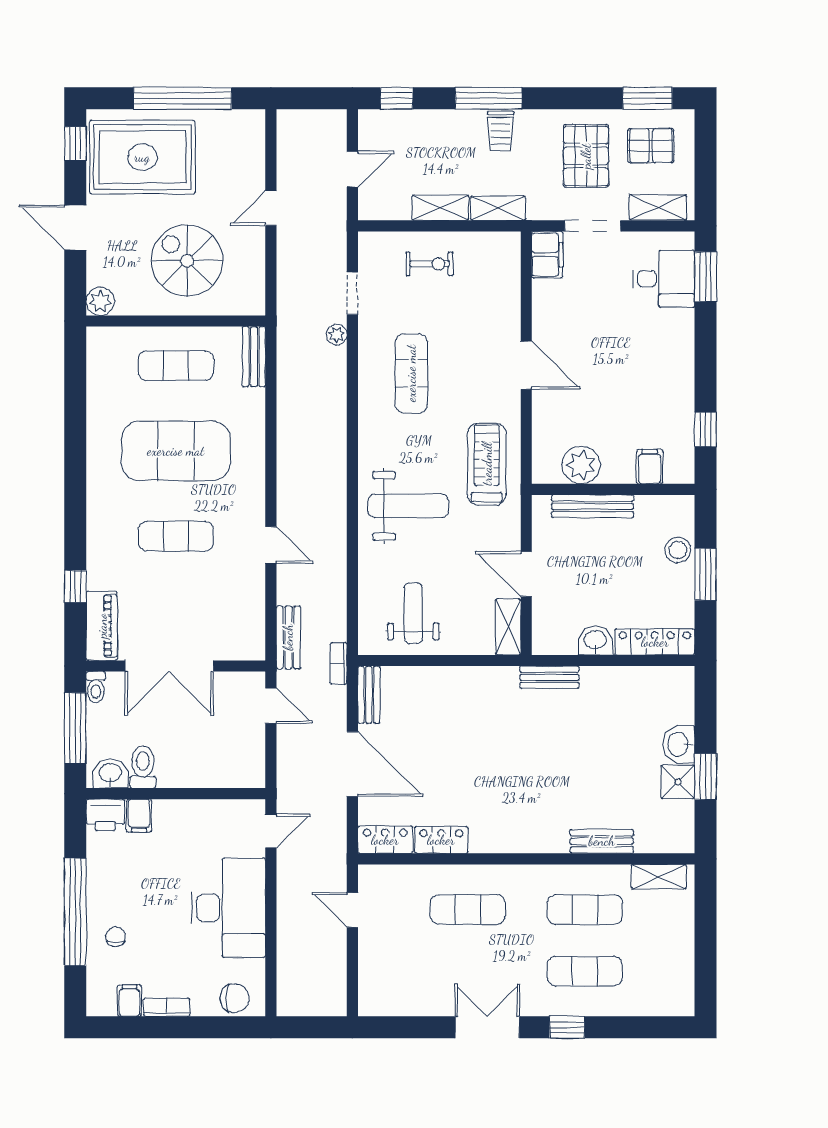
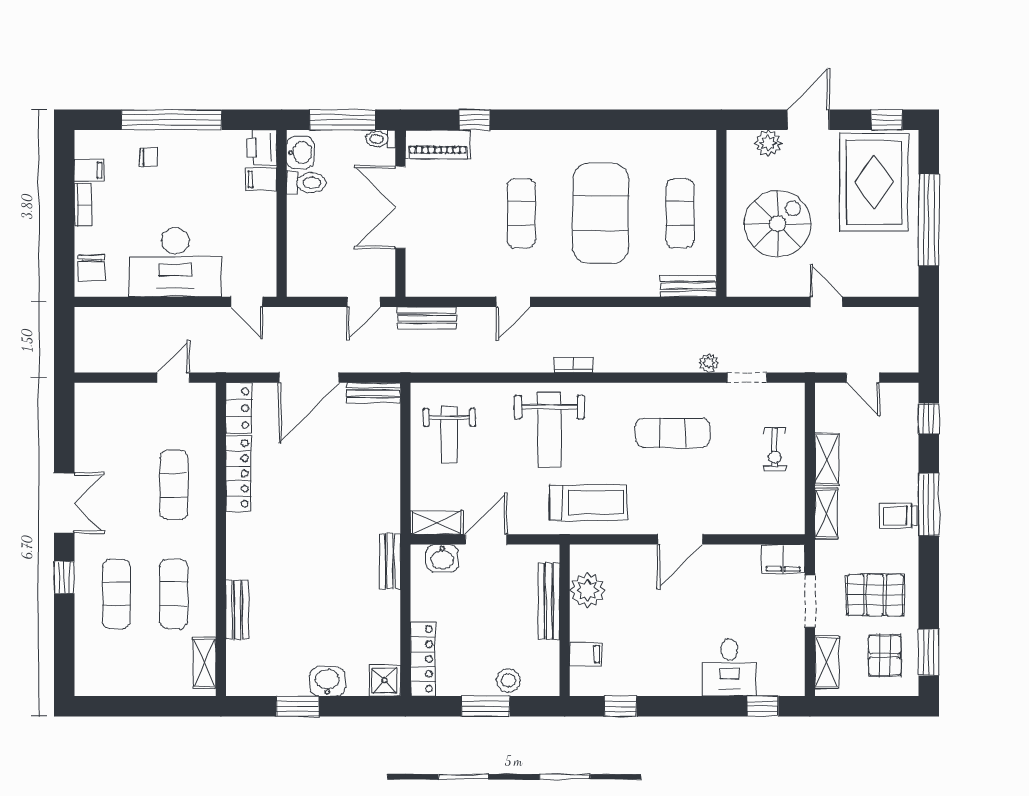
window: (706, 277) -> (763, 706), width x0.67
desk: (664, 279) -> (729, 667), moved
plant: (100, 301) -> (768, 143), moved
weight bench: (413, 613) -> (449, 434), turned 90
washbasin: (595, 641) -> (442, 558), moved, turned 90
bookcase: (339, 664) -> (574, 365), moved
shower: (678, 782) -> (385, 680), moved
locker: (441, 840) -> (239, 473), width x1.53

